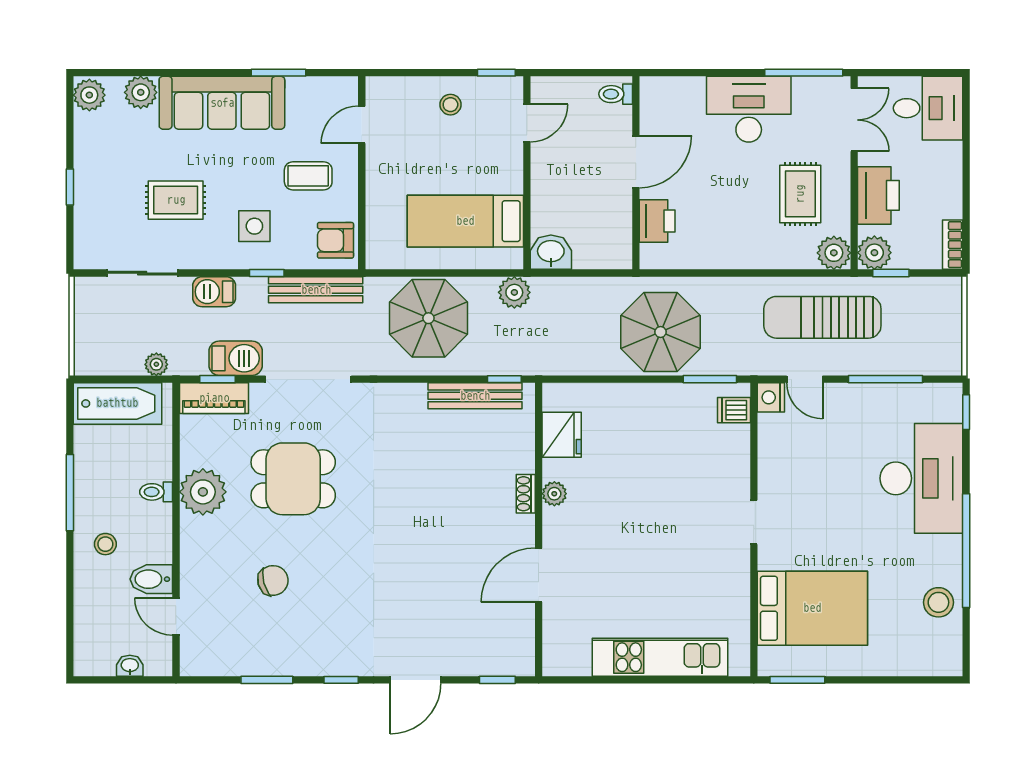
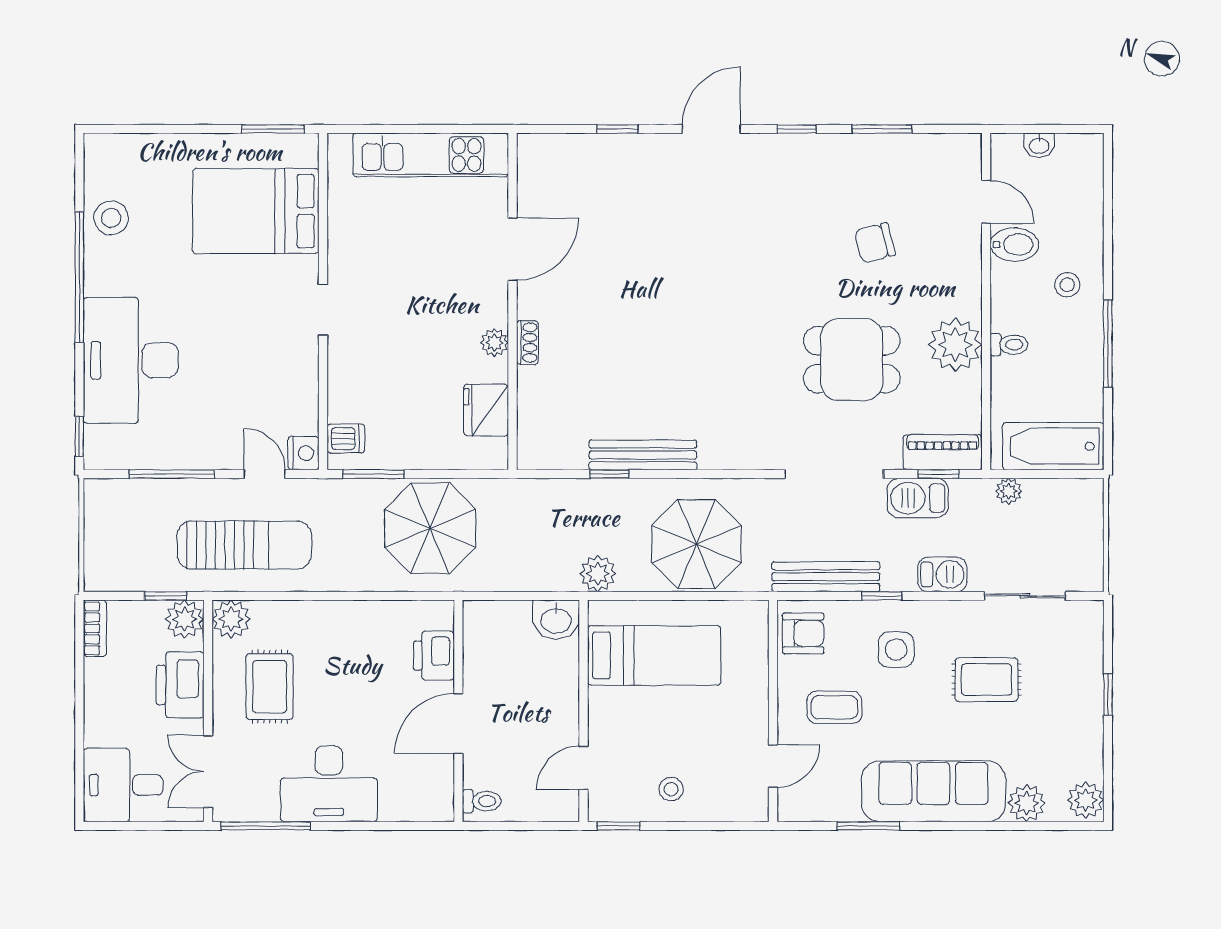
fridge: (562, 435) -> (486, 410), moved
shoe rack: (526, 494) -> (527, 343), moved
plant: (554, 494) -> (494, 343), moved
wall: (539, 530) -> (512, 301), moved
door: (539, 575) -> (512, 249), moved

